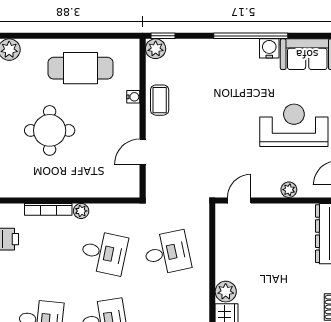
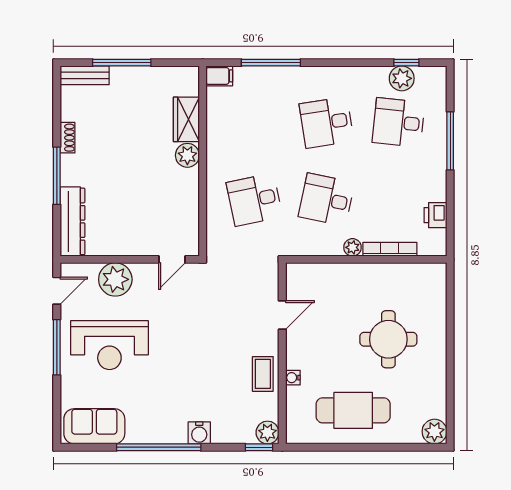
water cooler: (269, 48) -> (199, 433), moved
plant: (289, 190) -> (115, 279), width x1.88, depth x1.88

